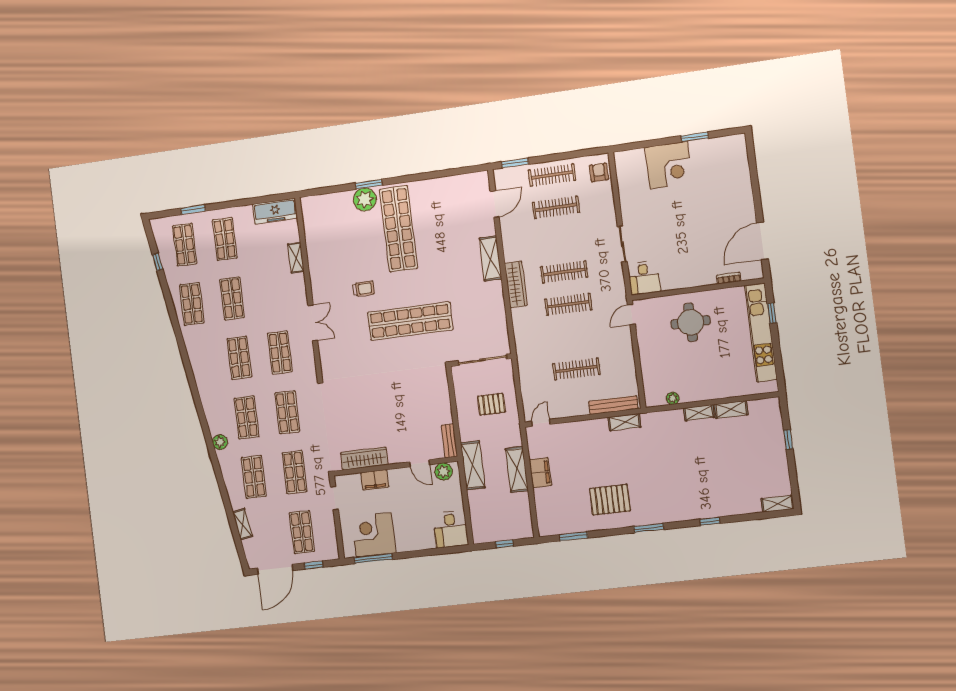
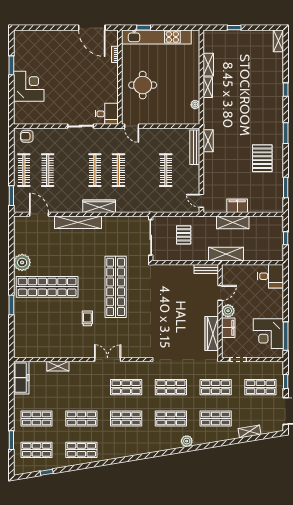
plant: (365, 199) -> (22, 262), moved
shelving: (490, 258) -> (78, 222), width x1.47
plant: (444, 471) -> (228, 311), moved

